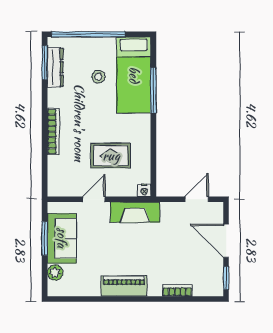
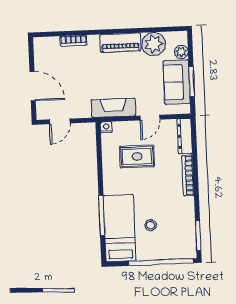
dresser: (55, 67) -> (185, 136), moved
window: (226, 278) -> (31, 53), removed
plant: (86, 283) -> (154, 44), added

